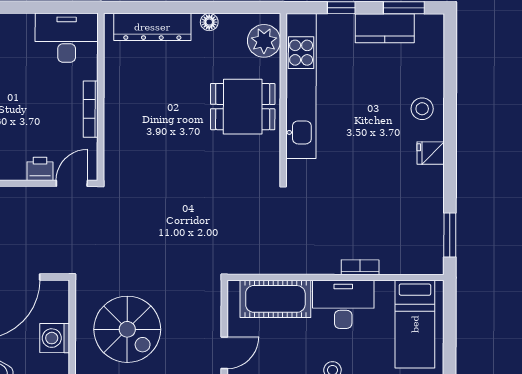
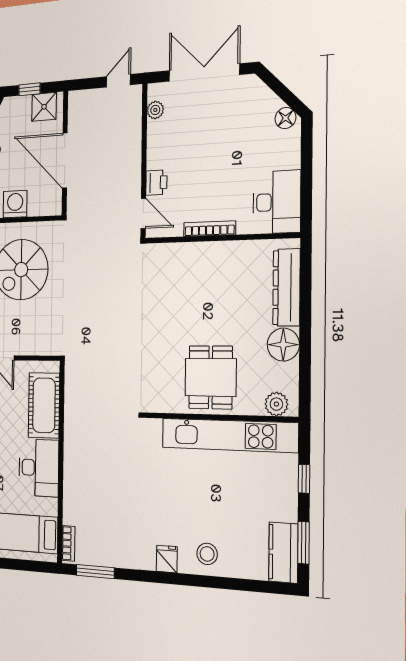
floor lamp: (209, 22) -> (283, 345), width x1.89, depth x1.89
kitchen counter: (385, 28) -> (283, 553), moved
plant: (264, 41) -> (276, 404), width x0.73, depth x0.73
bookcase: (360, 267) -> (68, 543), moved

